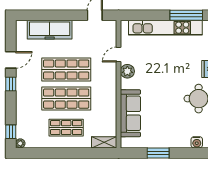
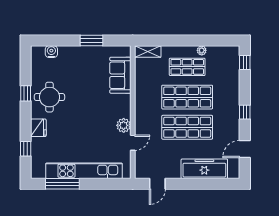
door: (11, 60) -> (245, 149), moved
sofa: (130, 113) -> (120, 75), width x0.73
plant: (20, 143) -> (202, 50), moved

